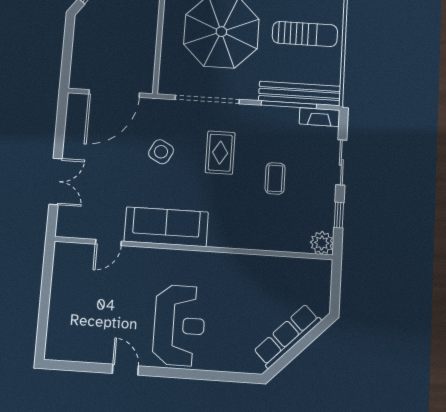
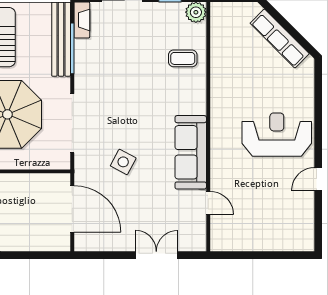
rug: (220, 153) -> (120, 108), removed
coffee table: (275, 178) -> (183, 58), moved

